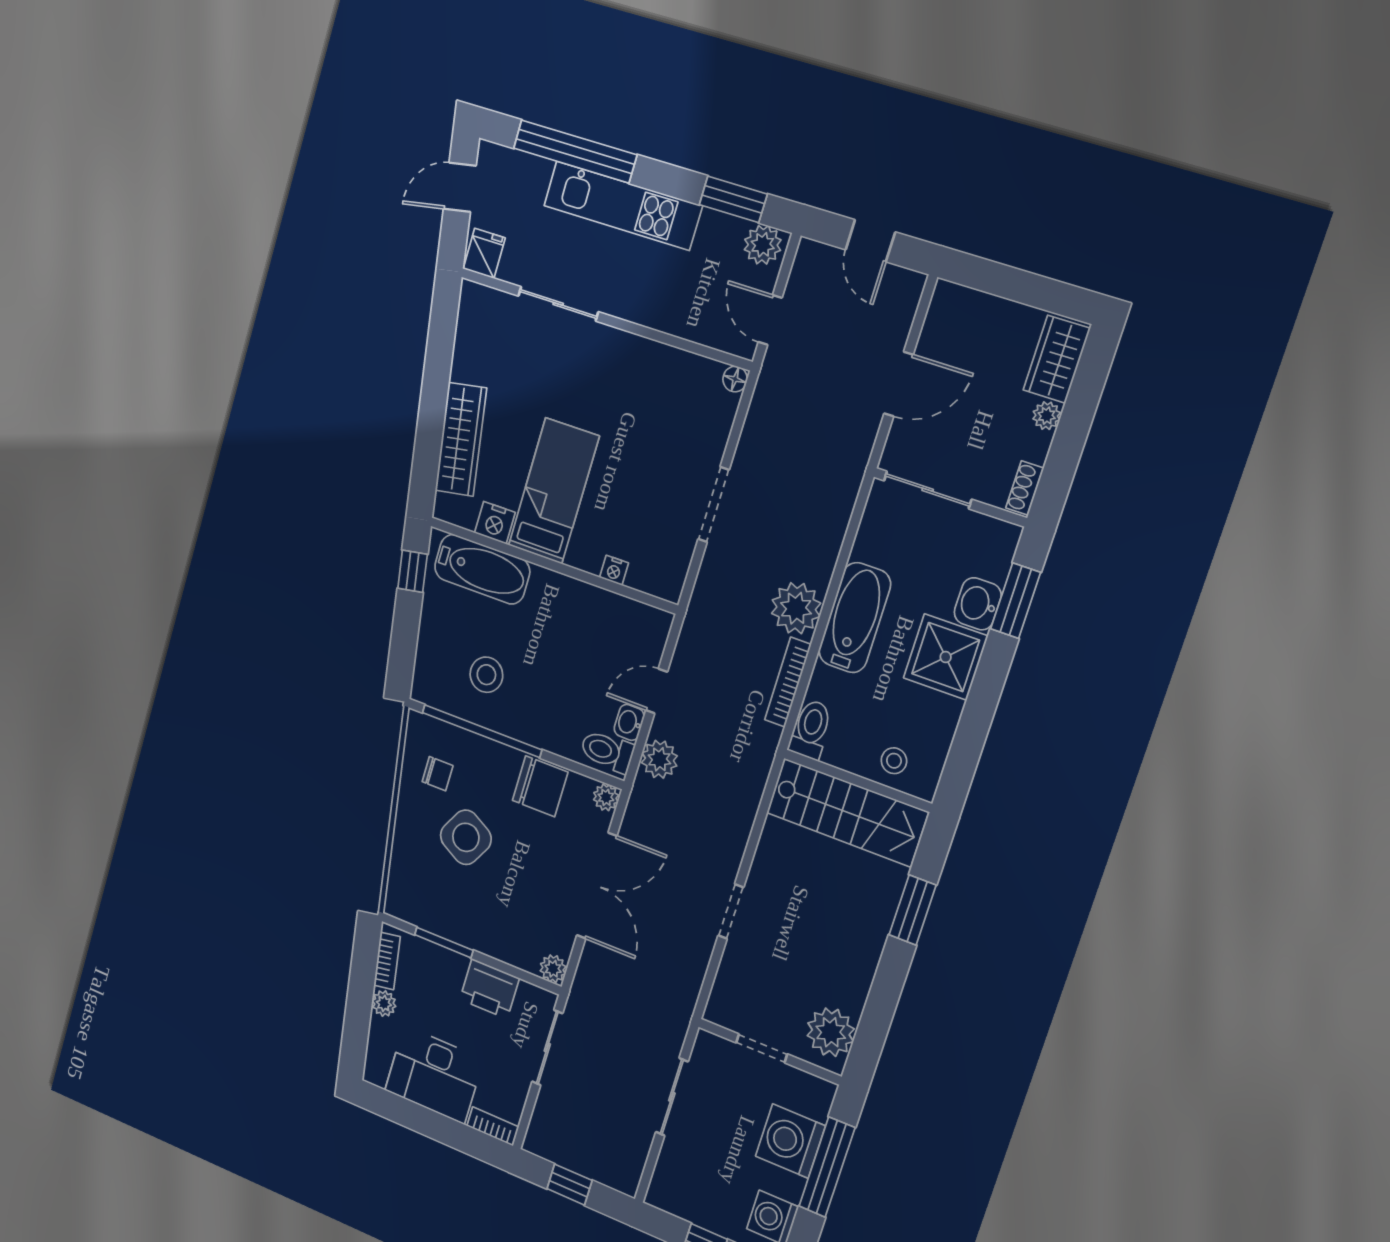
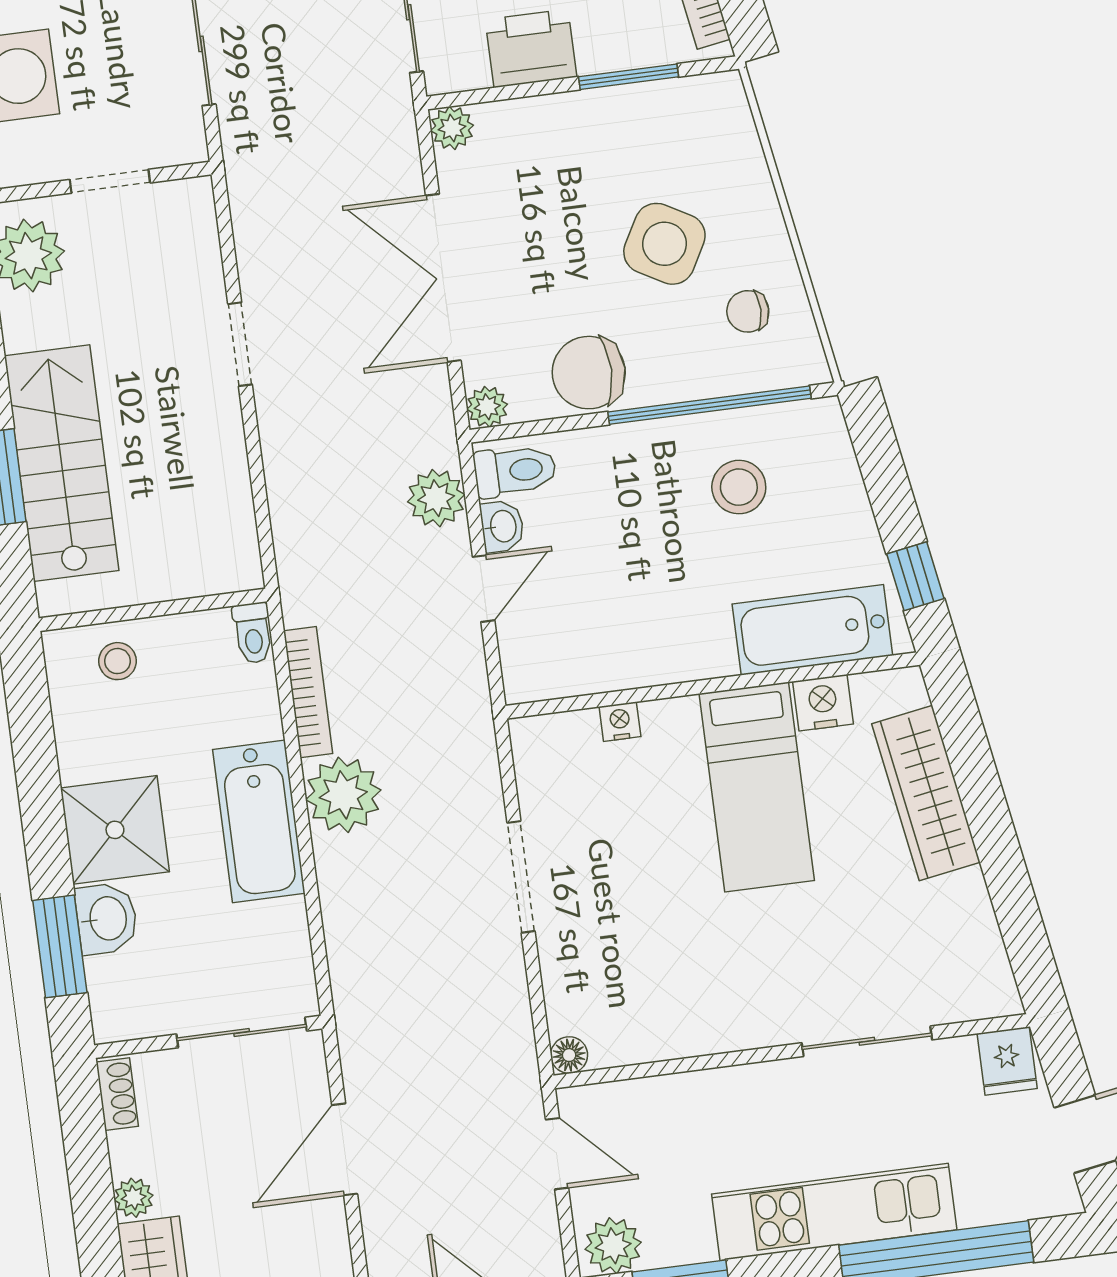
toilet: (811, 729) -> (253, 633), width x0.73, depth x0.72
stairs: (847, 812) -> (62, 463), moved, turned 90

